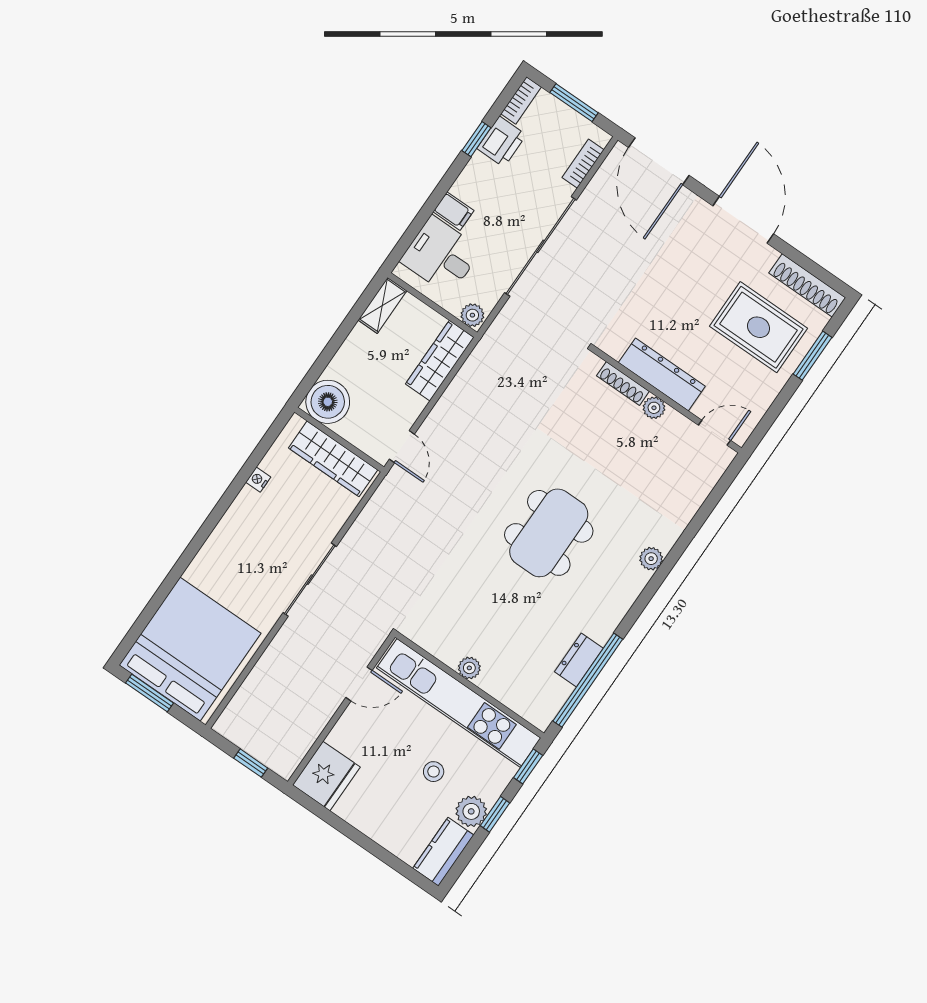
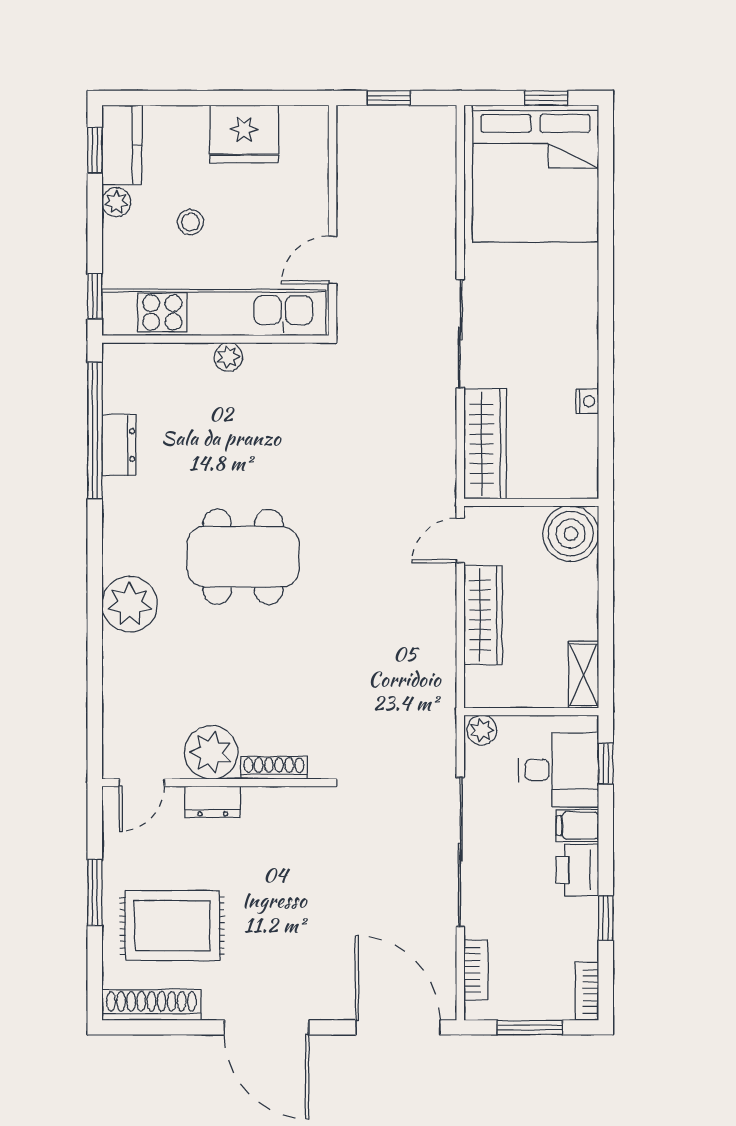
printer: (502, 142) -> (577, 870), moved
window: (408, 238) -> (606, 764), added
window: (812, 356) -> (95, 893), moved
wardrobe: (440, 361) -> (483, 615), moved
dresser: (662, 375) -> (213, 802), width x0.51, depth x0.80
plant: (654, 408) -> (211, 752), width x1.87, depth x1.87
door: (402, 447) -> (460, 541), hinge flipped
wardrobe: (333, 459) -> (485, 444), moved, turned 90
dining table: (549, 533) -> (243, 557), turned 90
plant: (651, 559) -> (130, 604), width x1.88, depth x1.88
window: (150, 693) -> (546, 98), width x0.67
fridge: (326, 776) -> (244, 134), moved, turned -90
plant: (471, 811) -> (116, 202), width x0.73, depth x0.73
window: (495, 814) -> (95, 150), moved

